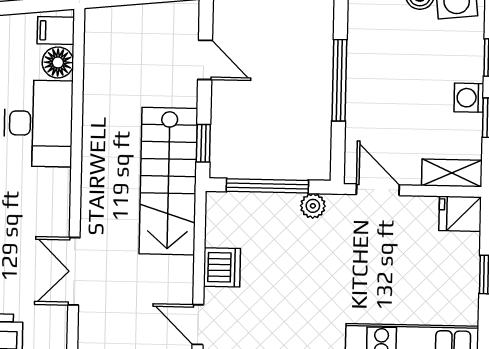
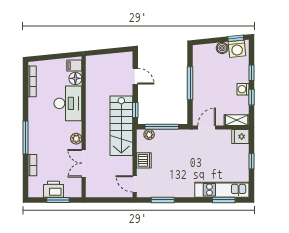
door: (378, 190) -> (207, 127), hinge flipped
plant: (313, 206) -> (149, 135), moved
plant: (57, 211) -> (76, 139), added

